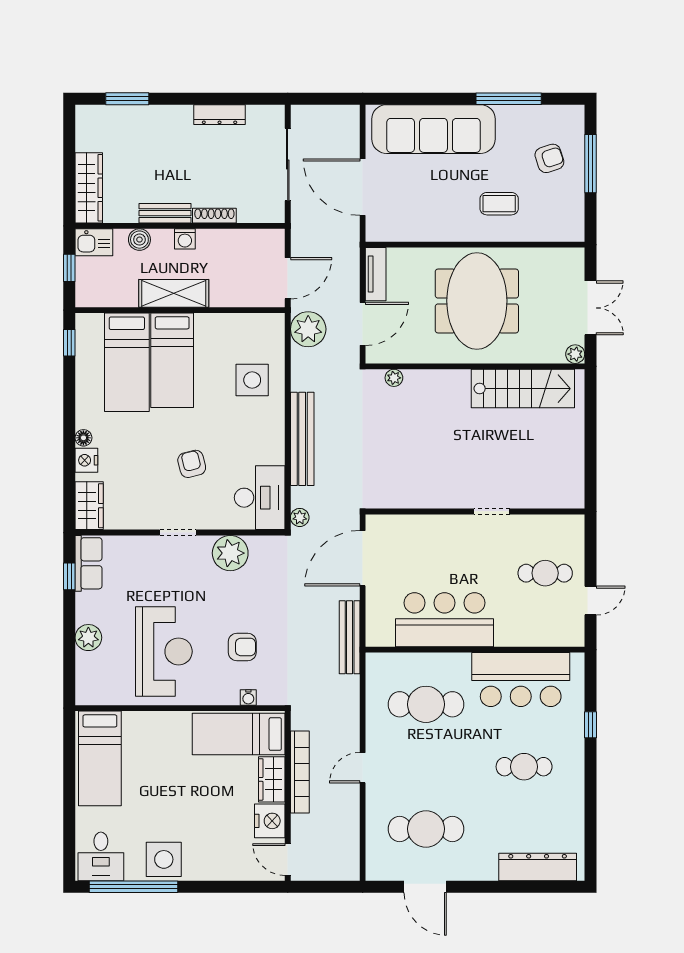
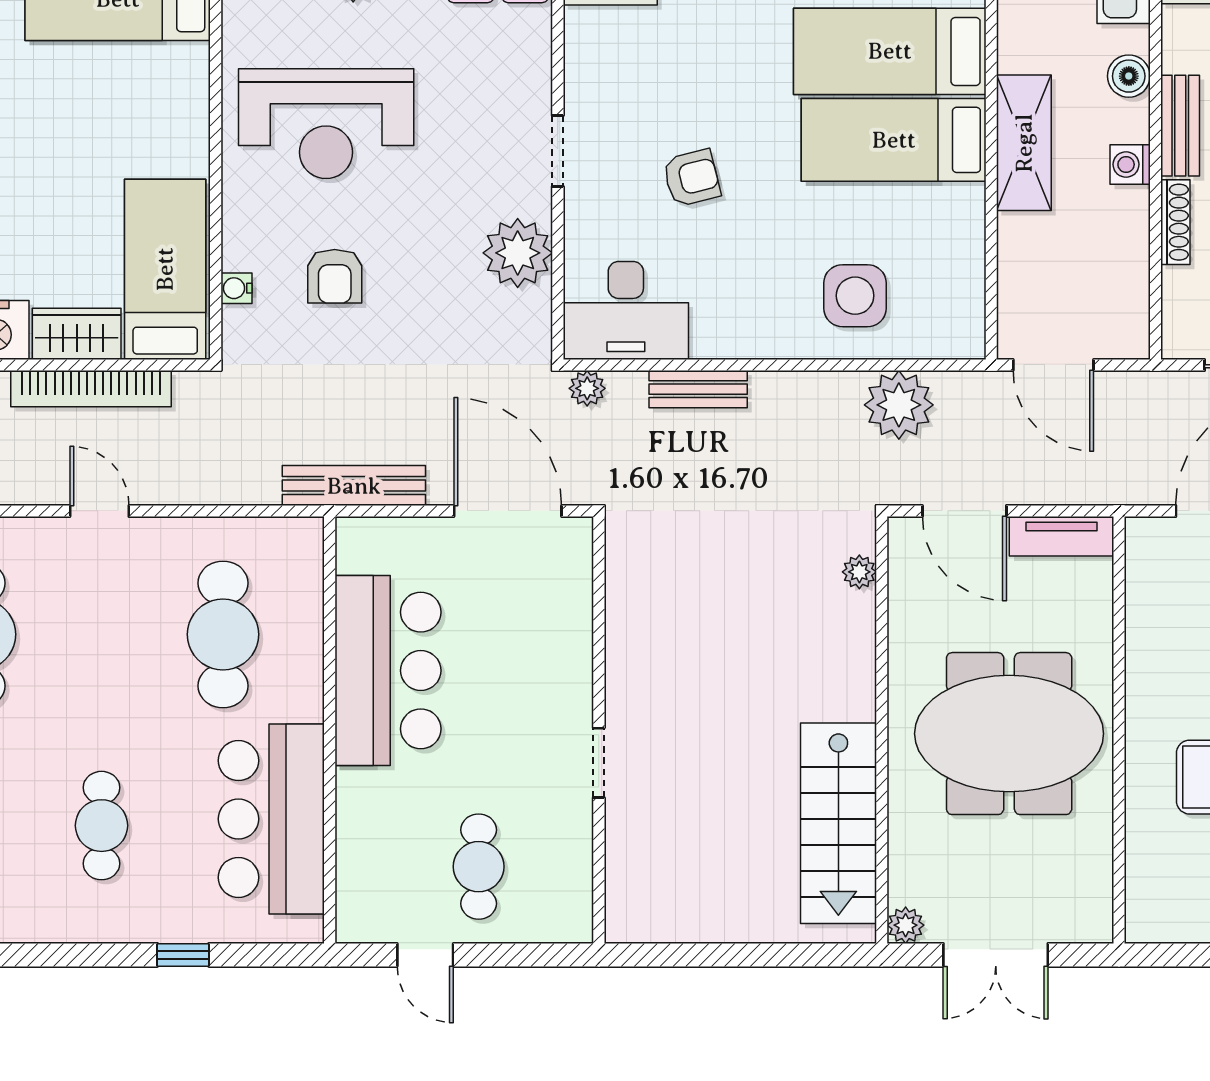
plant: (308, 329) -> (899, 405), moved
bench: (302, 439) -> (698, 389), width x0.54, depth x0.82

